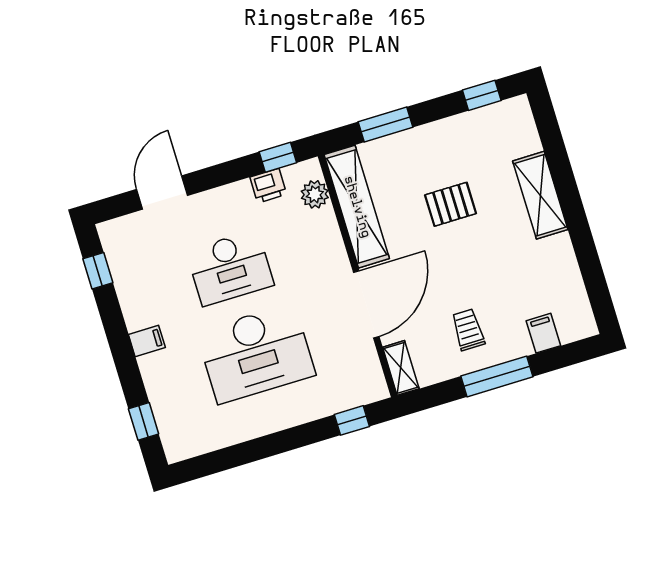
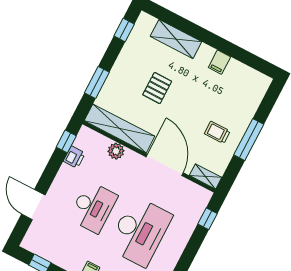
plant: (315, 194) -> (116, 151), moved
shelving: (540, 195) -> (176, 39), moved
filing cabinet: (543, 333) -> (219, 62), moved, turned -90

